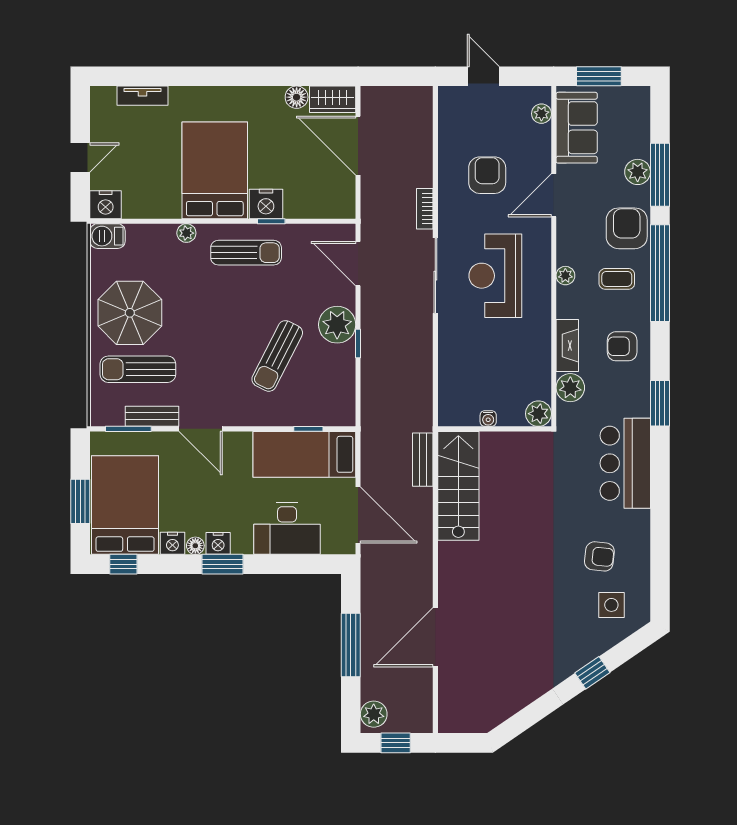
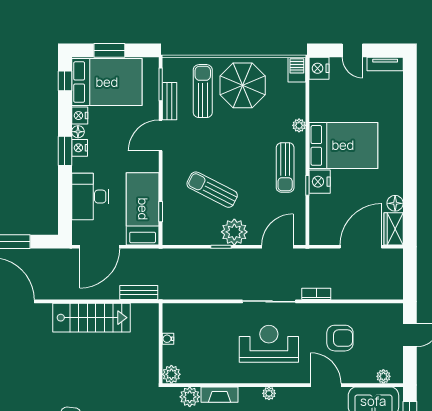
tv unit: (143, 96) -> (385, 64), moved, turned -90
stairs: (458, 486) -> (92, 318), moved

